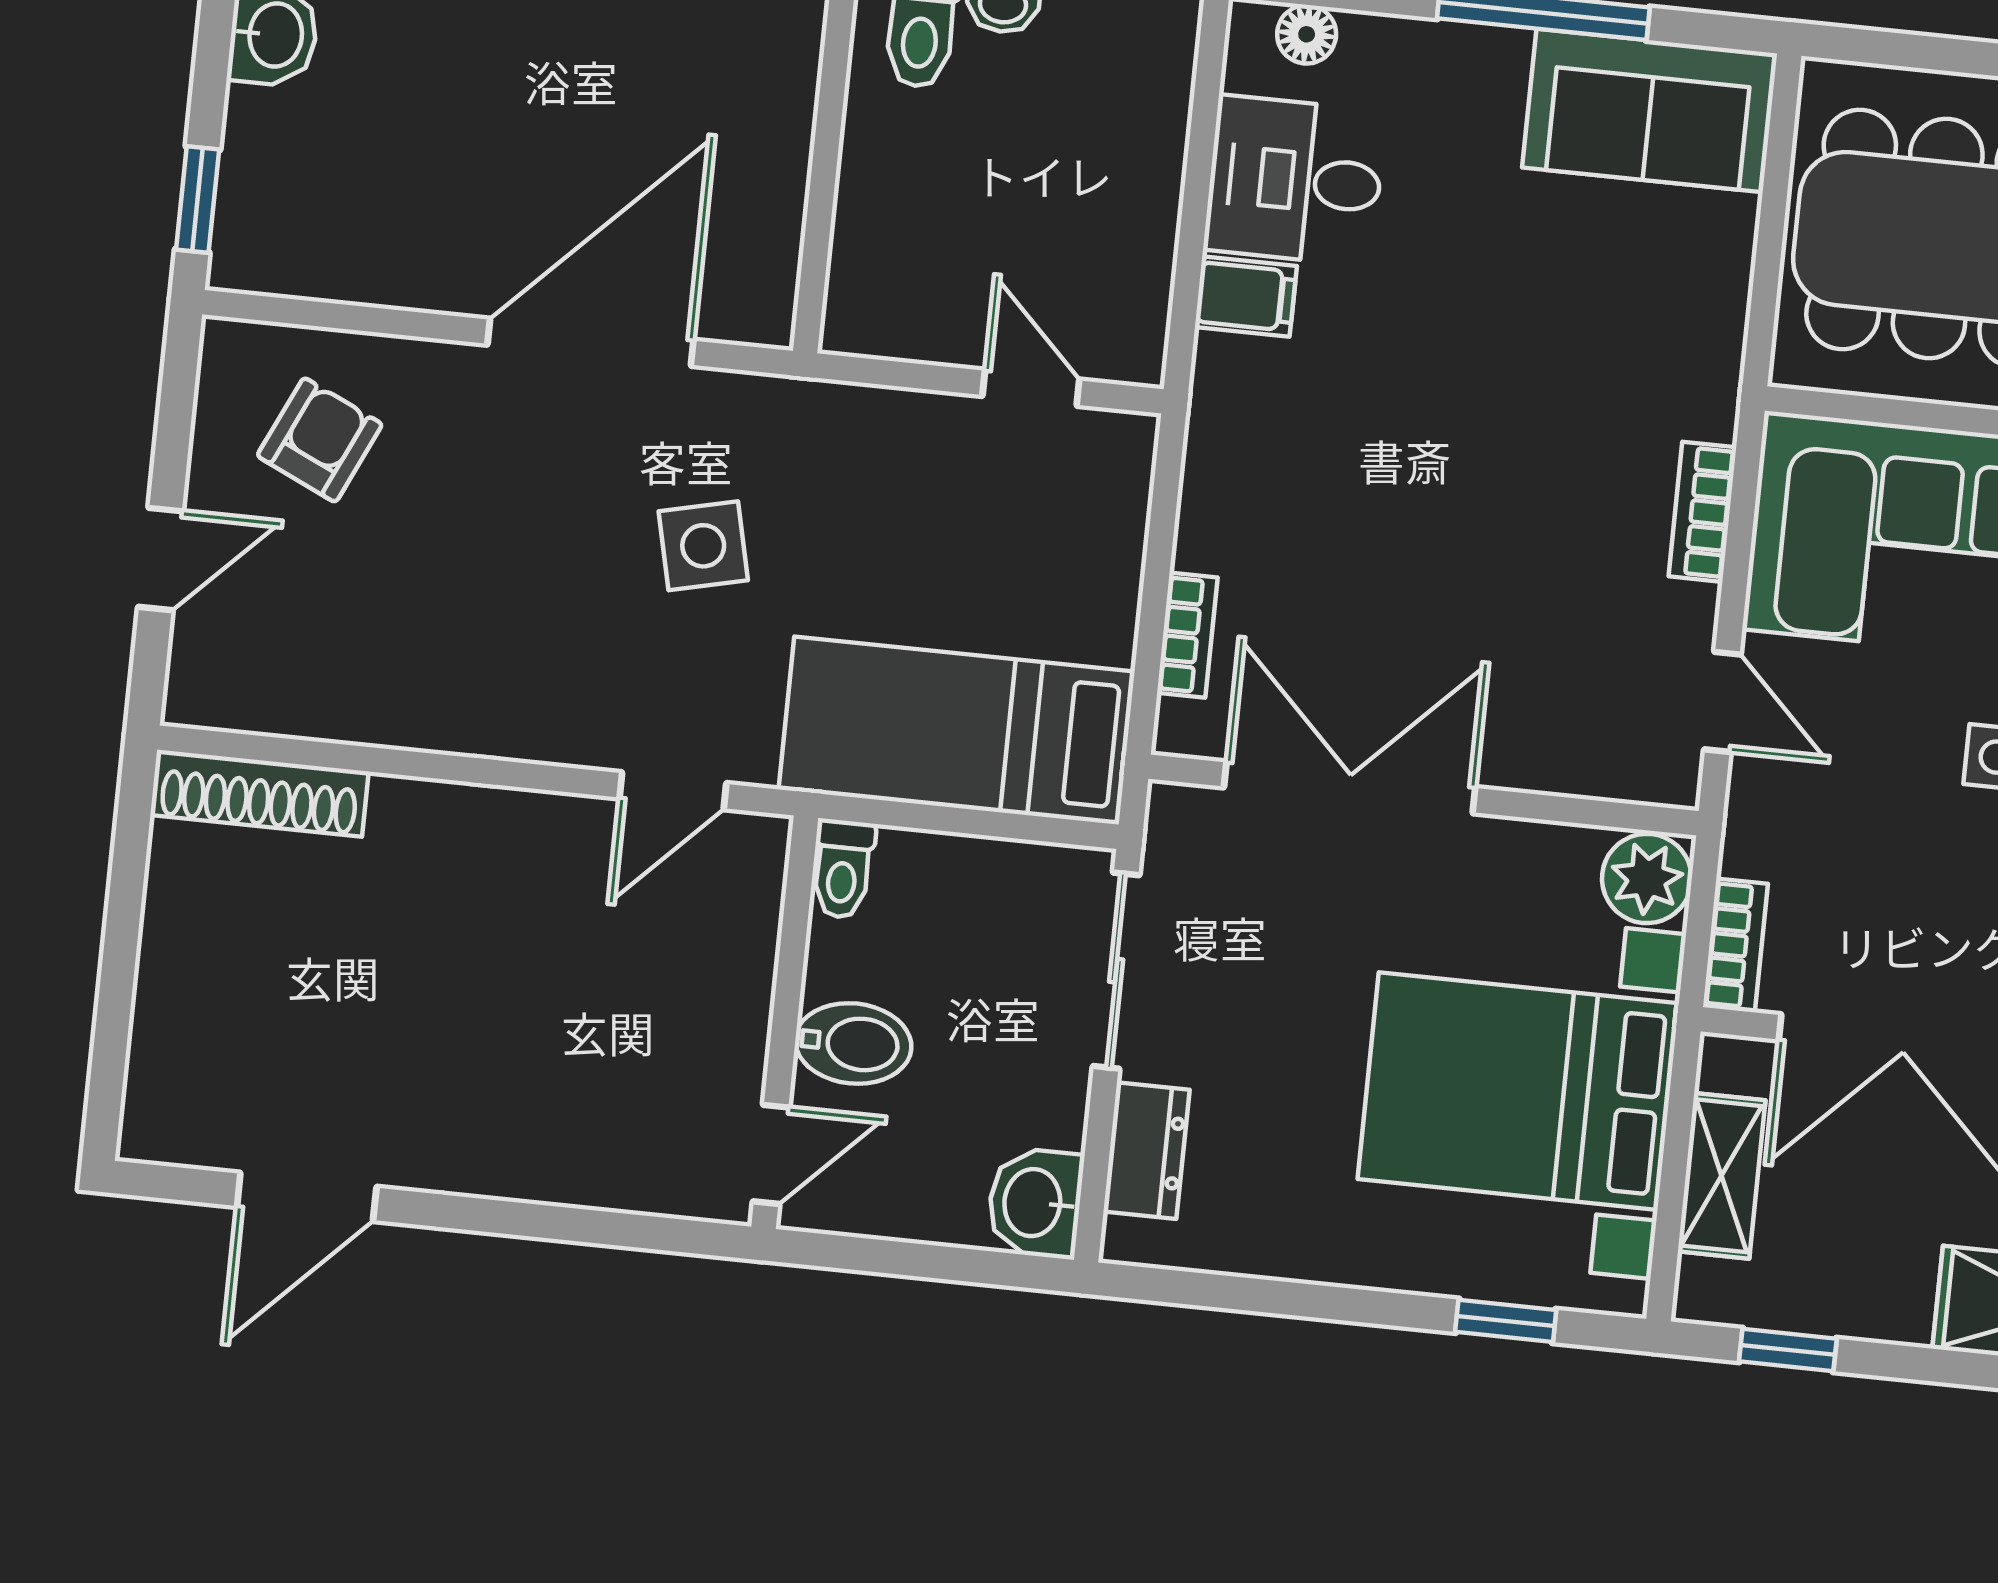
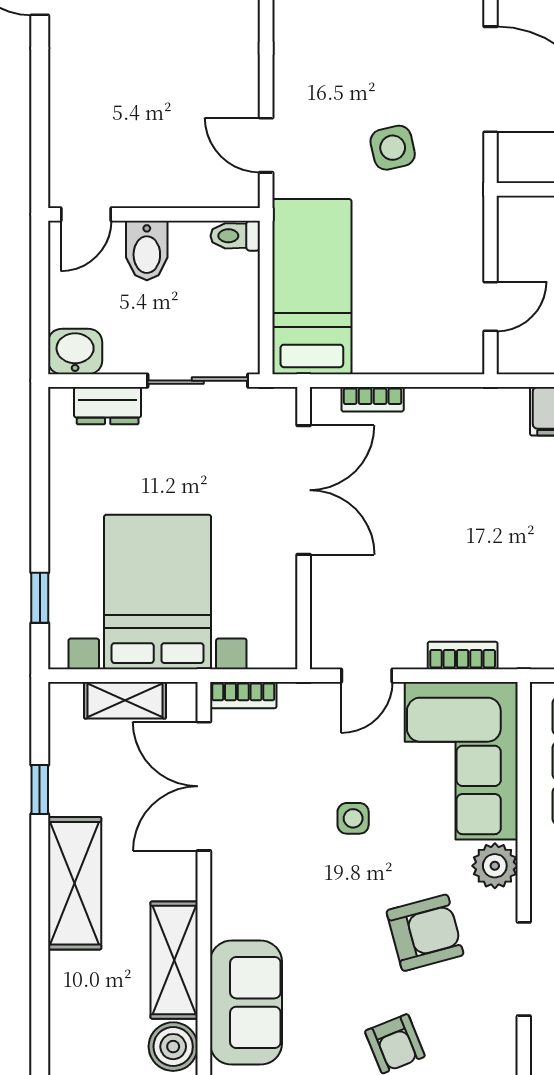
plant: (1647, 878) -> (273, 646), removed
door: (771, 1154) -> (86, 214), hinge flipped
window: (1788, 1350) -> (40, 789), moved

